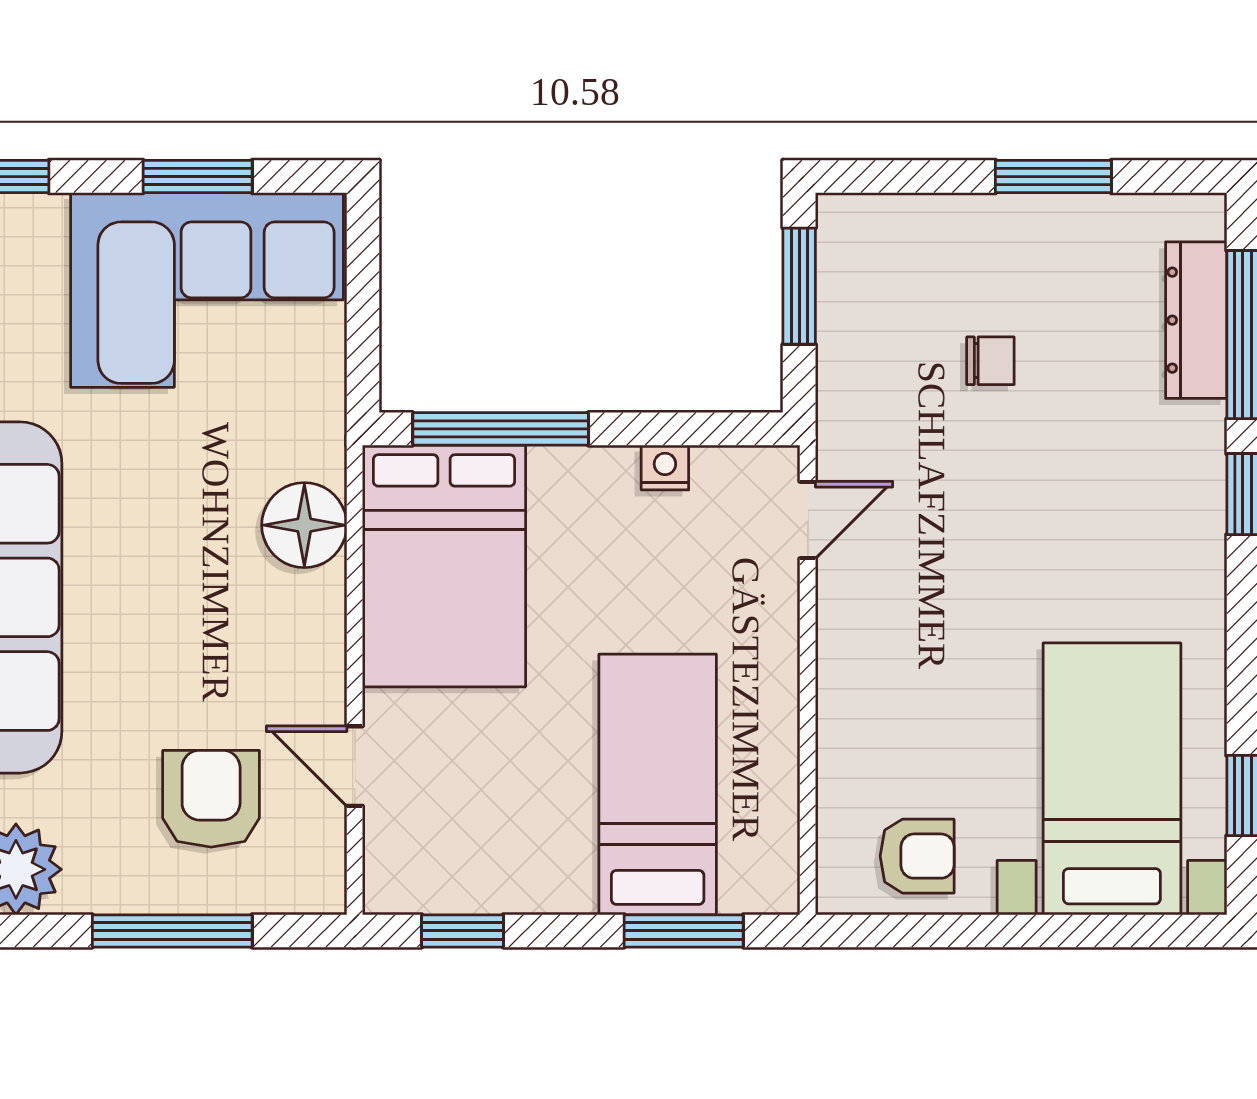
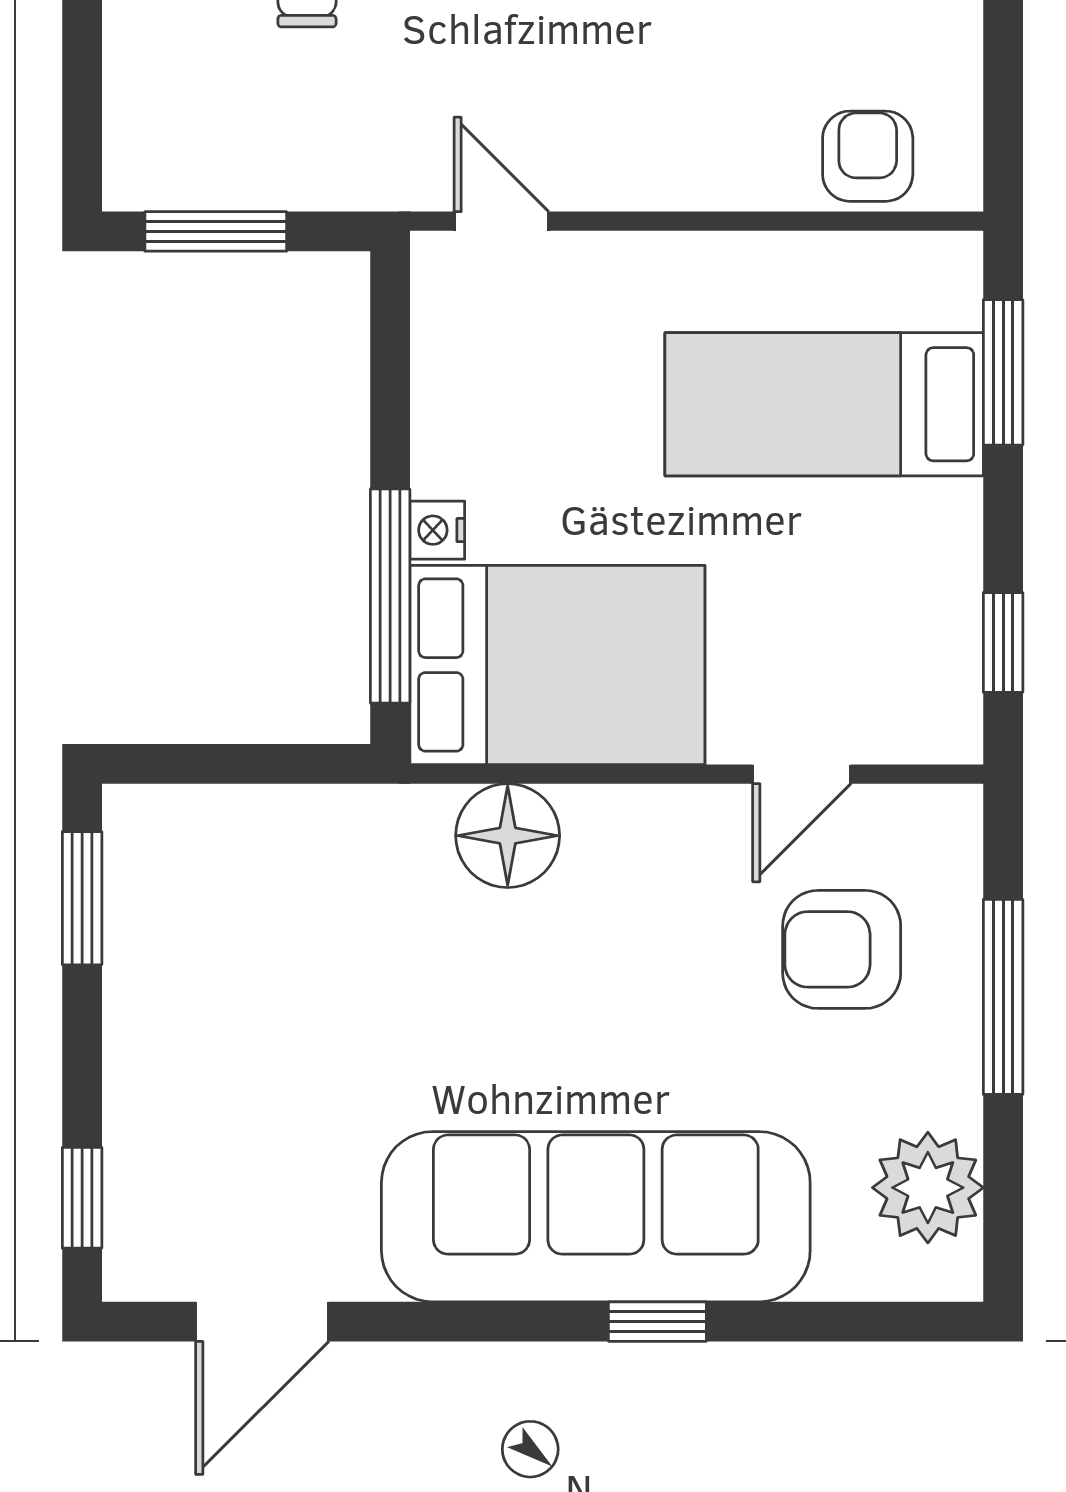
window: (198, 177) -> (82, 898), moved
corner sofa: (207, 290) -> (221, 954), removed
nightstand: (665, 468) -> (437, 530), moved
armchair: (917, 856) -> (868, 156), moved

